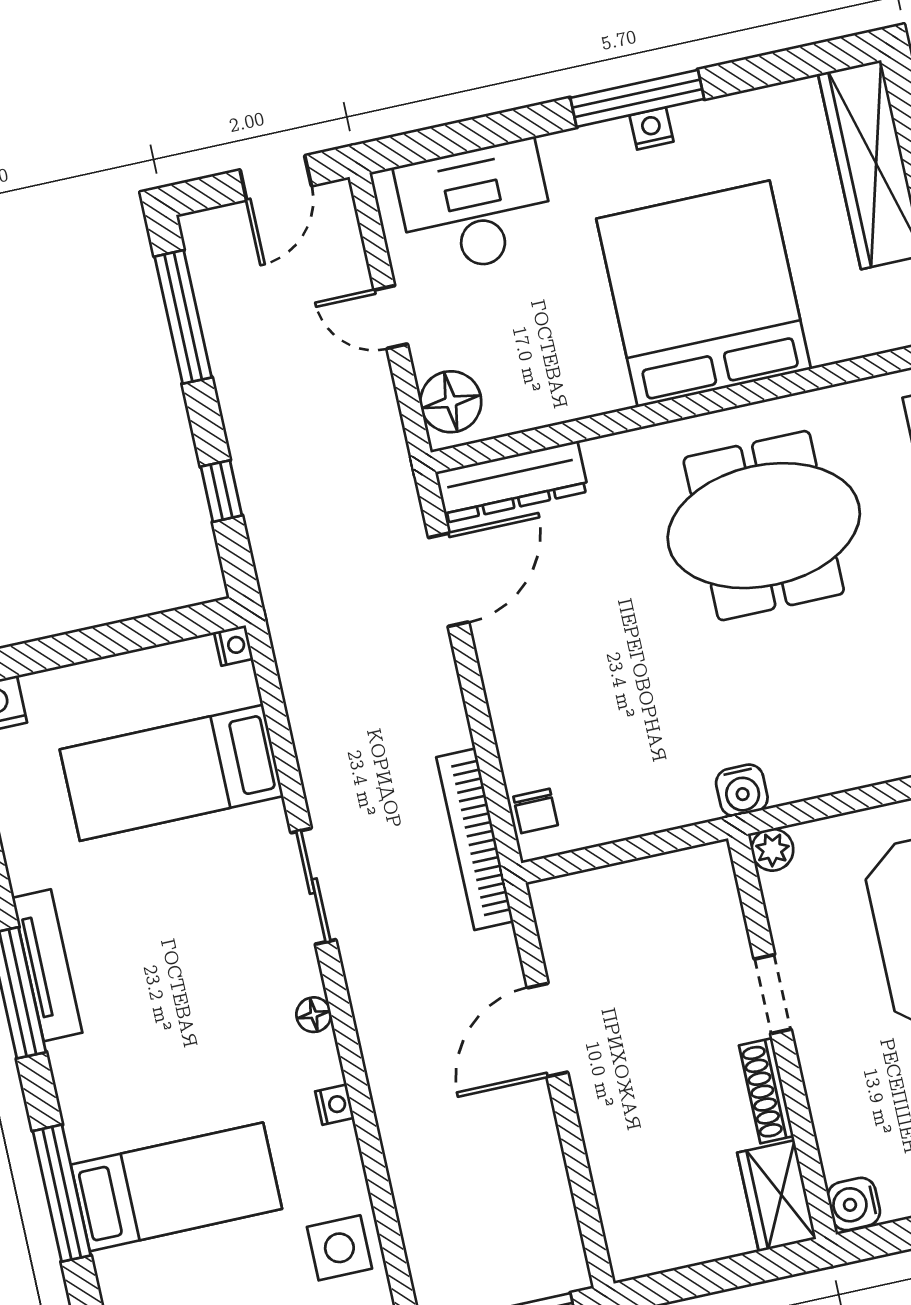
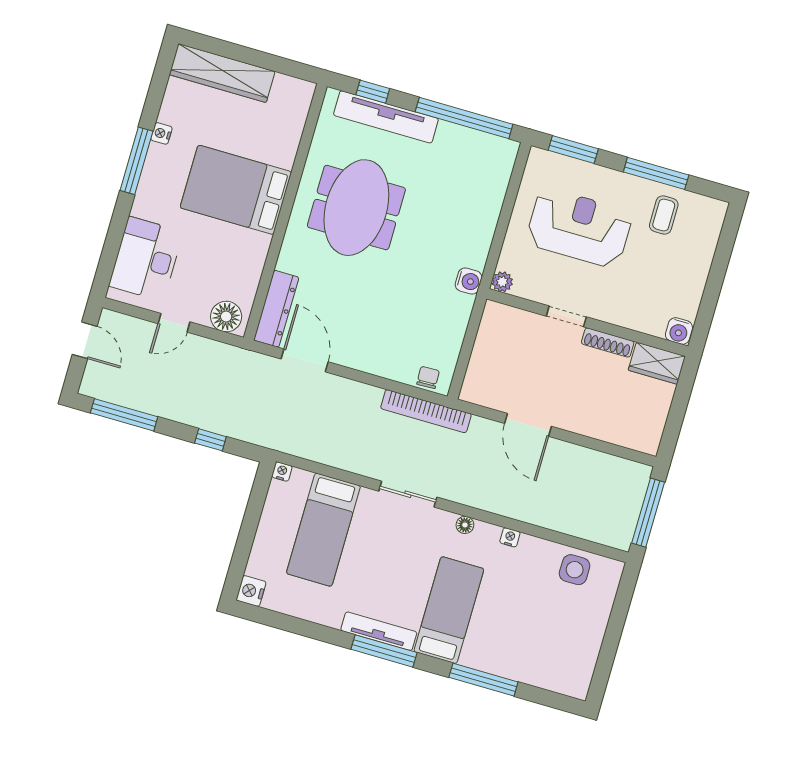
nightstand: (652, 128) -> (161, 133), moved
bed: (704, 294) -> (236, 190), width x0.73
chair: (536, 811) -> (428, 377), turned -92
bed: (176, 1187) -> (449, 610), moved

